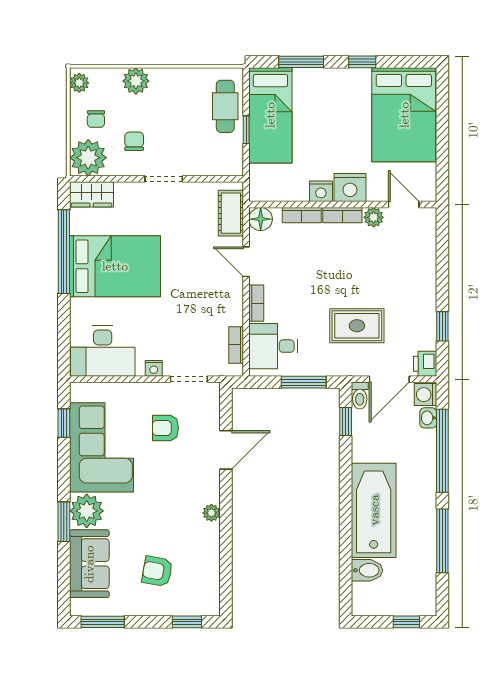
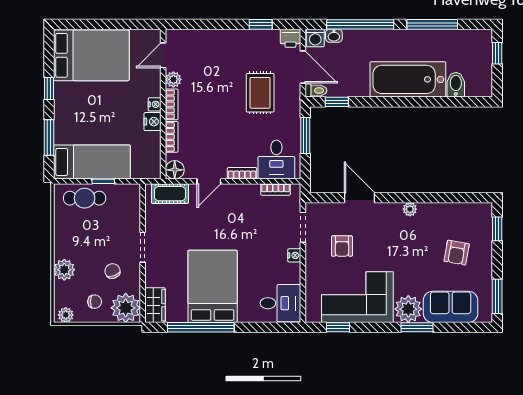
chair: (134, 141) -> (113, 271), turned 71
nightstand: (350, 188) -> (155, 104), width x0.53, depth x0.56
desk: (103, 351) -> (280, 303), width x0.73

